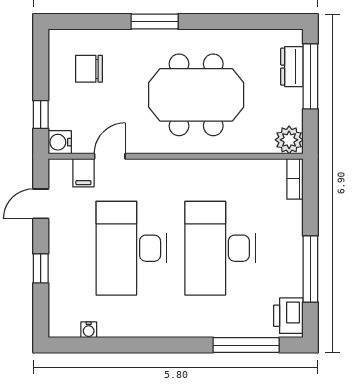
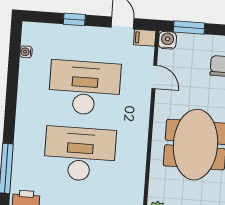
window: (41, 115) -> (189, 28), width x1.50
filing cabinet: (83, 173) -> (145, 38), moved

